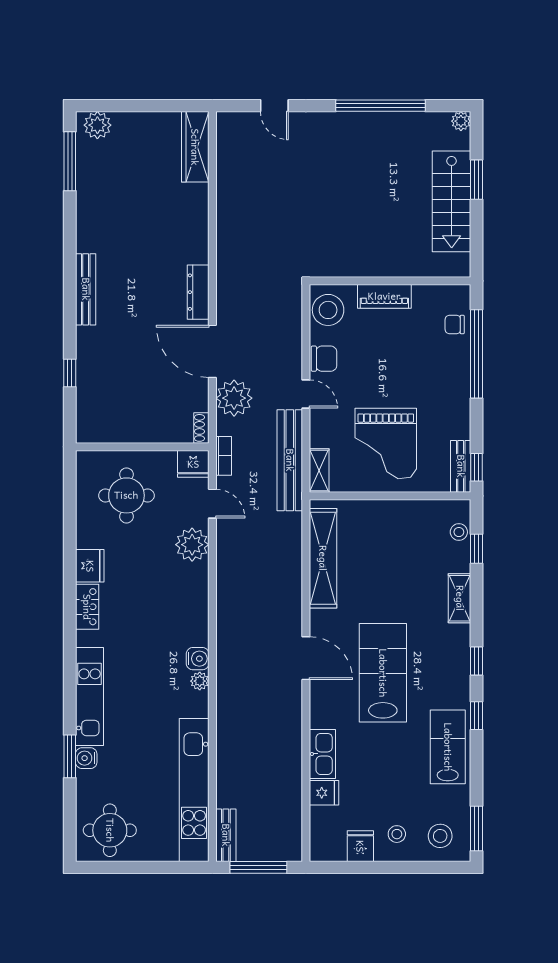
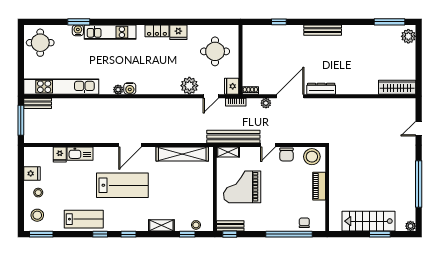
plant: (234, 398) -> (266, 103), width x0.53, depth x0.53

